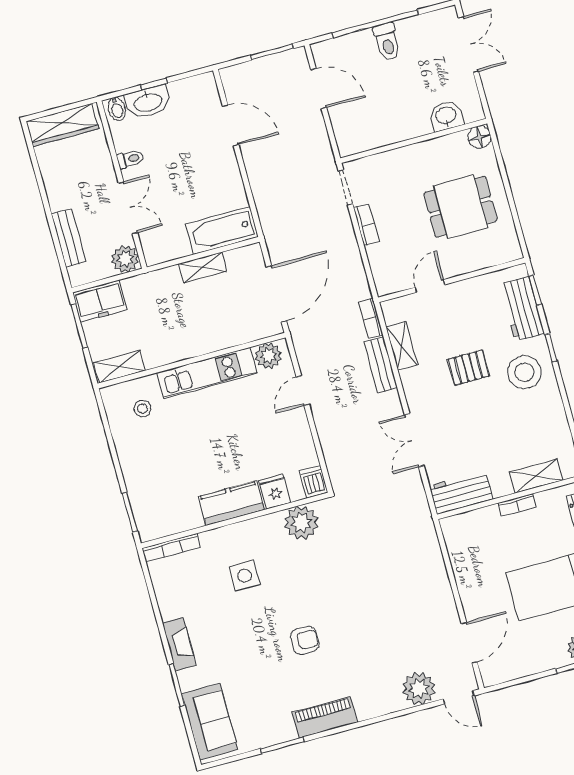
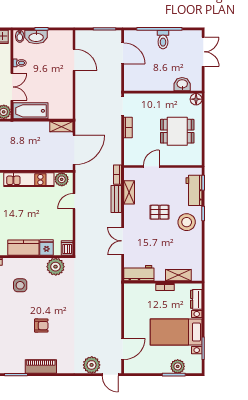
bathtub: (222, 231) -> (30, 111), moved
shelving: (203, 267) -> (61, 127), moved

